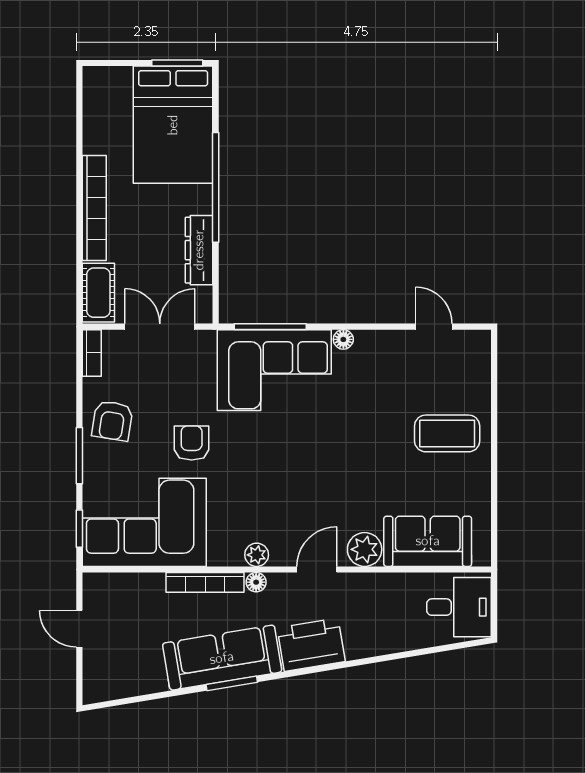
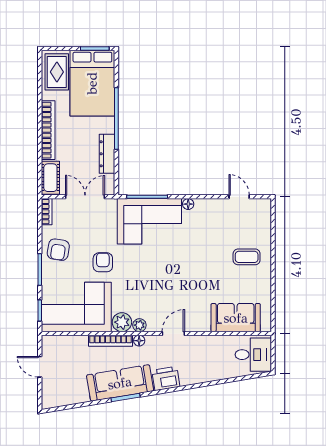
rug: (110, 105) -> (57, 72), added
coffee table: (447, 433) -> (247, 257), width x0.73, depth x0.77
plant: (365, 549) -> (122, 322), moved
printer: (311, 645) -> (166, 379), width x0.73, depth x0.84

